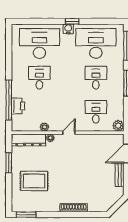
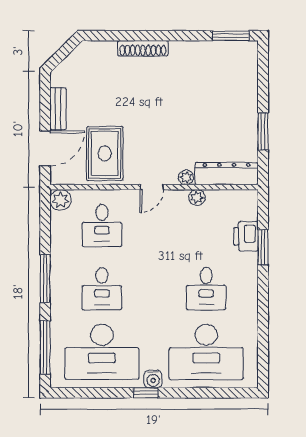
window: (9, 100) -> (263, 247), width x0.47
rug: (34, 181) -> (105, 153), moved, turned 90

